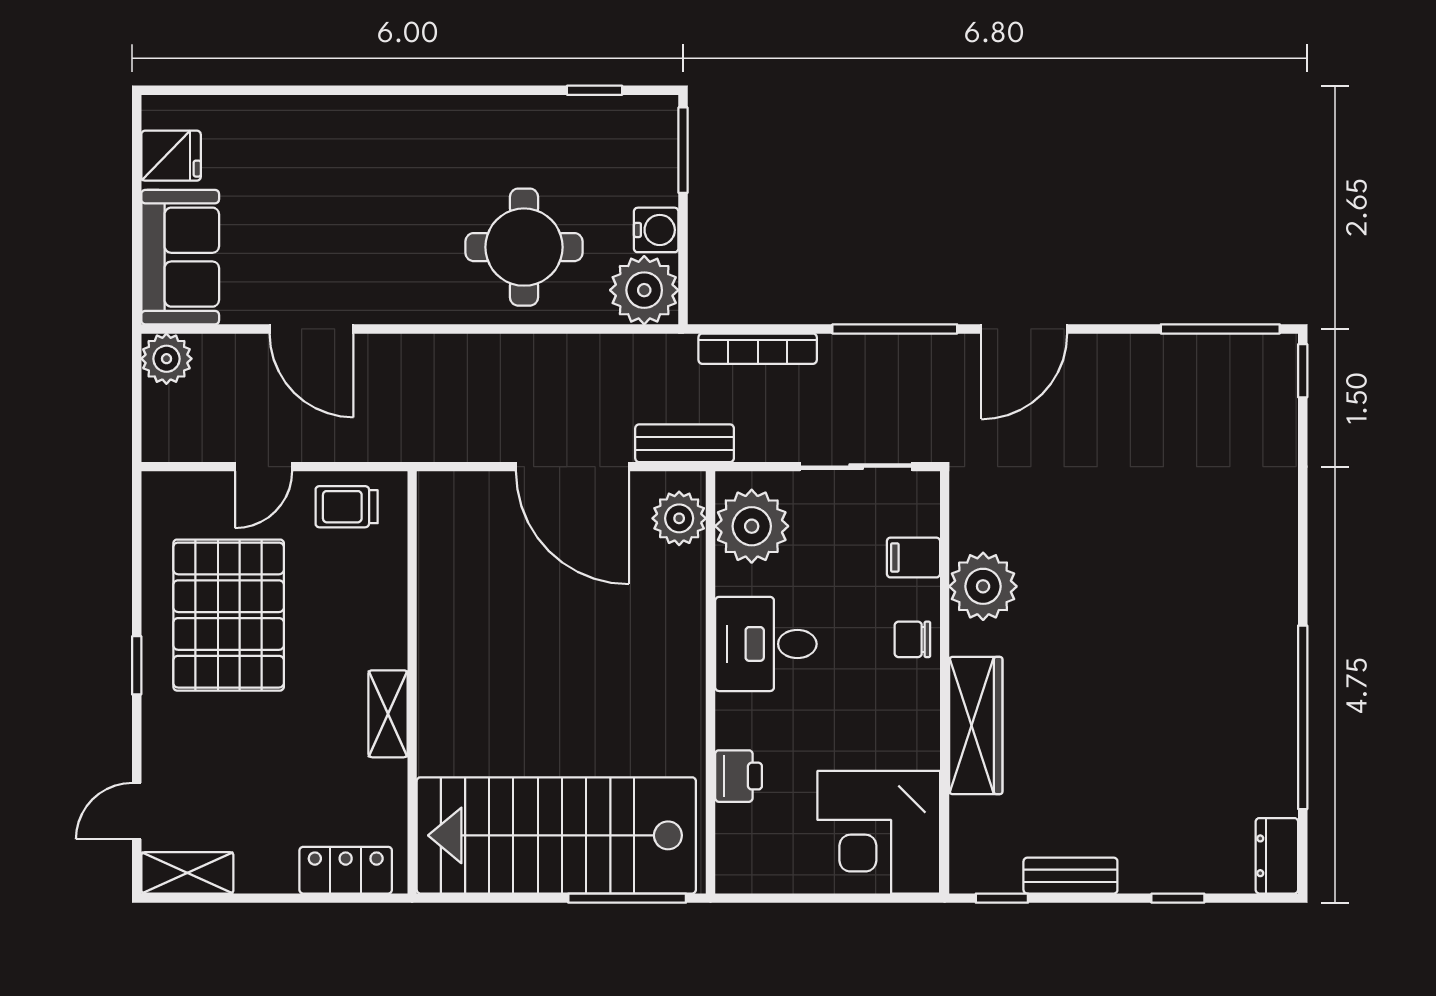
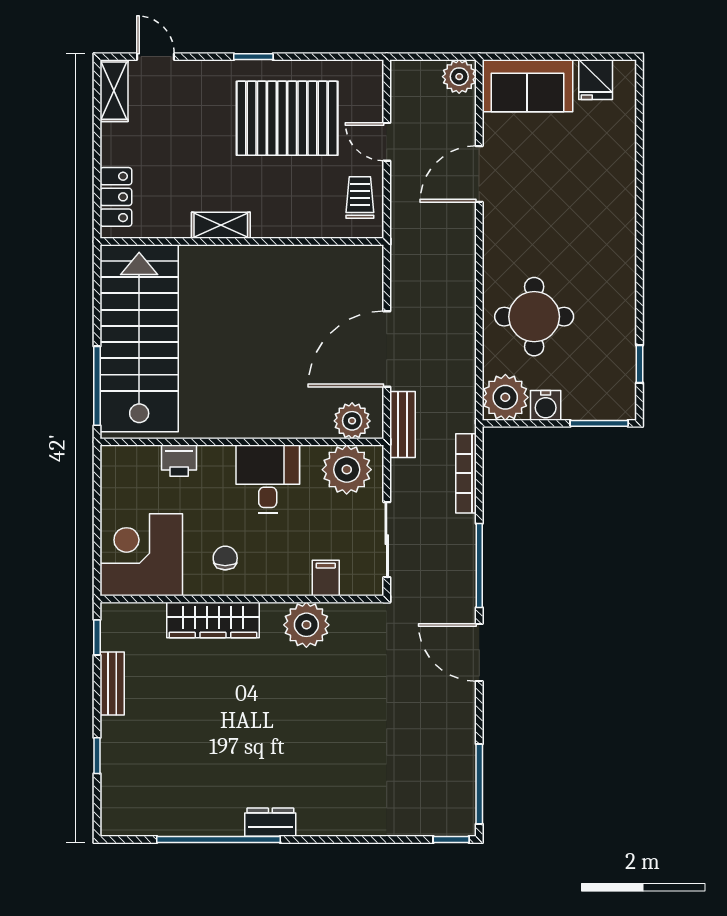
chair: (912, 639) -> (225, 558), moved
dresser: (1277, 856) -> (270, 822), moved

